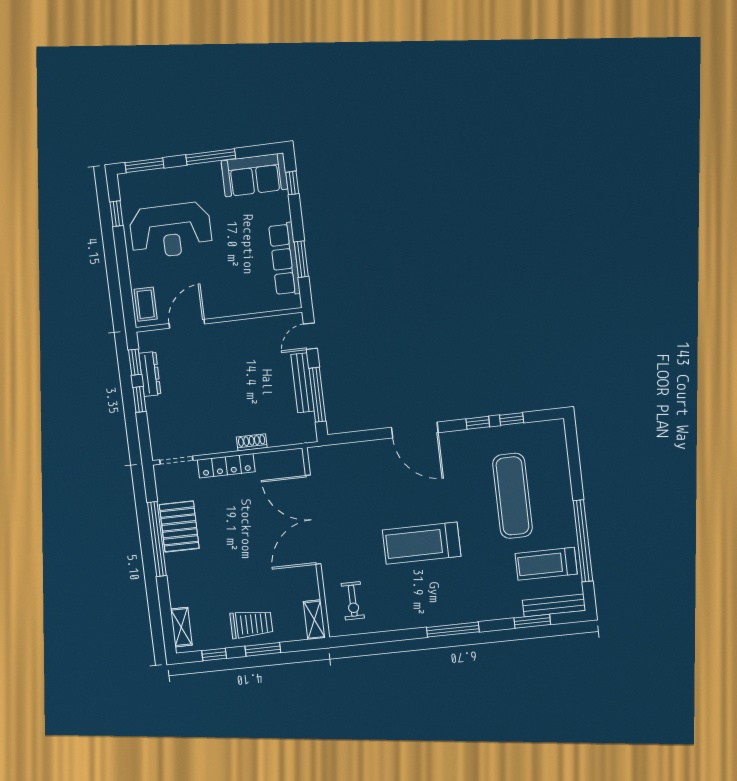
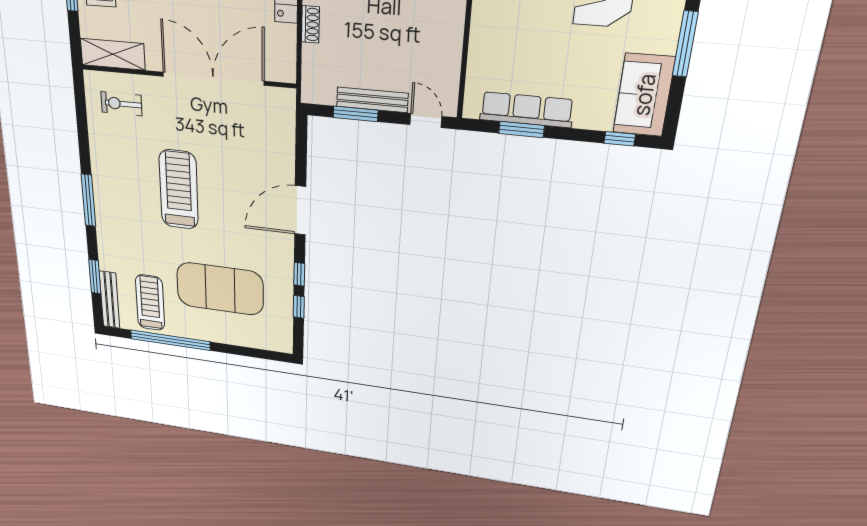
window: (317, 395) -> (355, 114), width x0.69
exercise mat: (512, 496) -> (220, 289), width x1.47
shelving: (314, 620) -> (113, 54), width x1.50, depth x1.33

